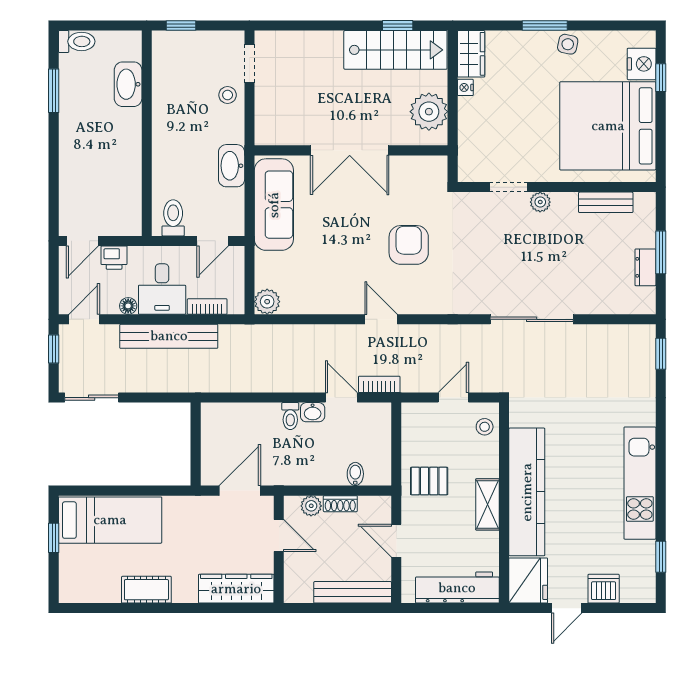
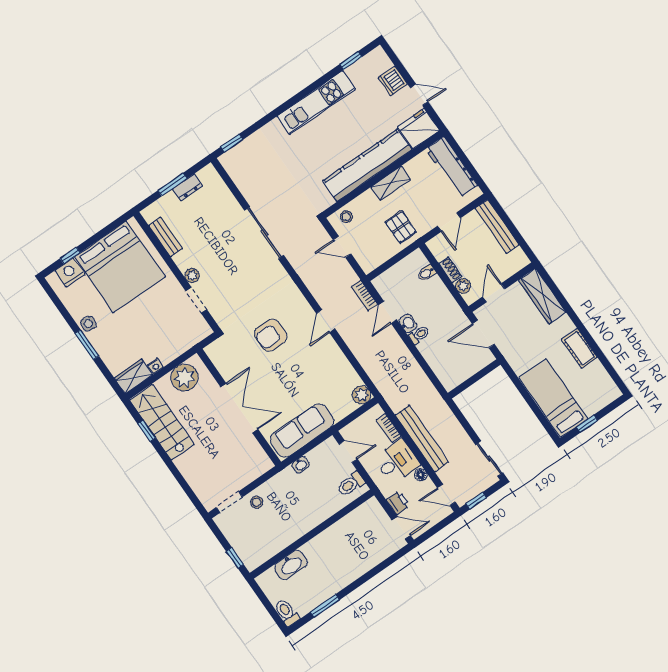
washbasin: (232, 166) -> (301, 465), width x0.52, depth x0.69

